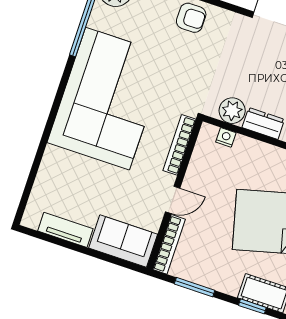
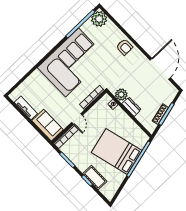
door: (173, 200) -> (77, 119), hinge flipped

